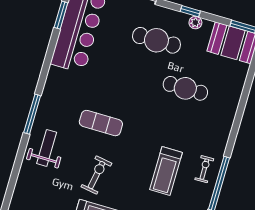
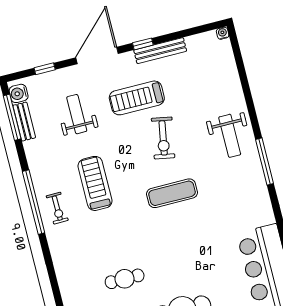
cafe table: (185, 88) -> (125, 279), width x0.73, depth x0.74
exercise mat: (101, 123) -> (172, 193), moved

